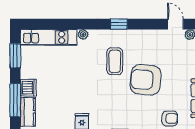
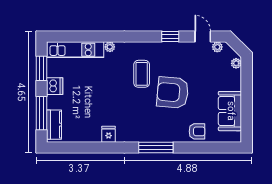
window: (119, 24) -> (170, 36), moved
dishwasher: (28, 88) -> (55, 86), moved

